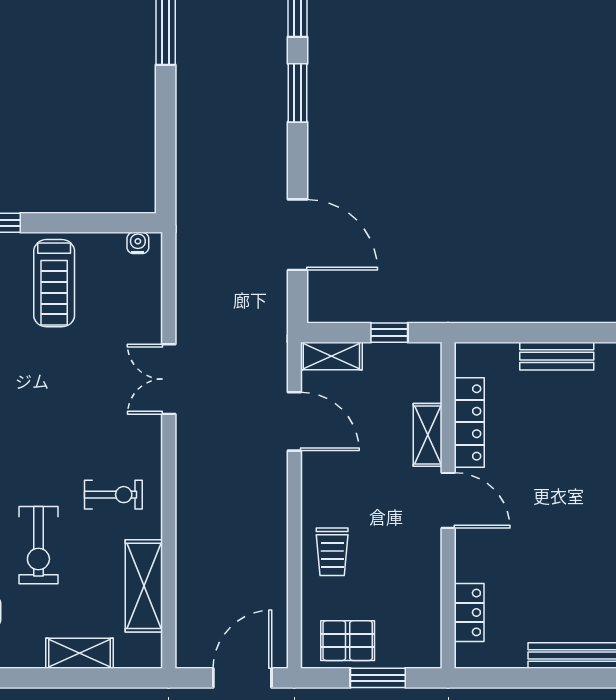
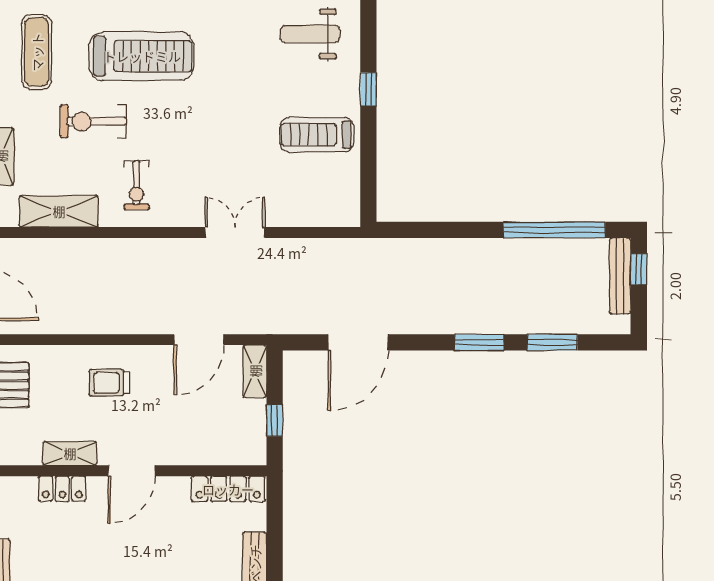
water cooler: (138, 243) -> (351, 206), removed
locker: (469, 422) -> (228, 489), moved
shelving: (428, 435) -> (70, 453), moved
trolley: (332, 552) -> (109, 383), moved
locker: (469, 612) -> (62, 489), moved

